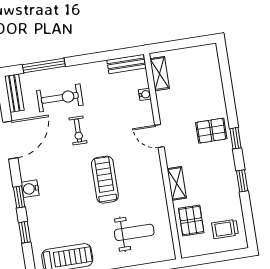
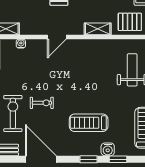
treadmill: (105, 180) -> (89, 123), moved
water cooler: (30, 189) -> (108, 149), moved

